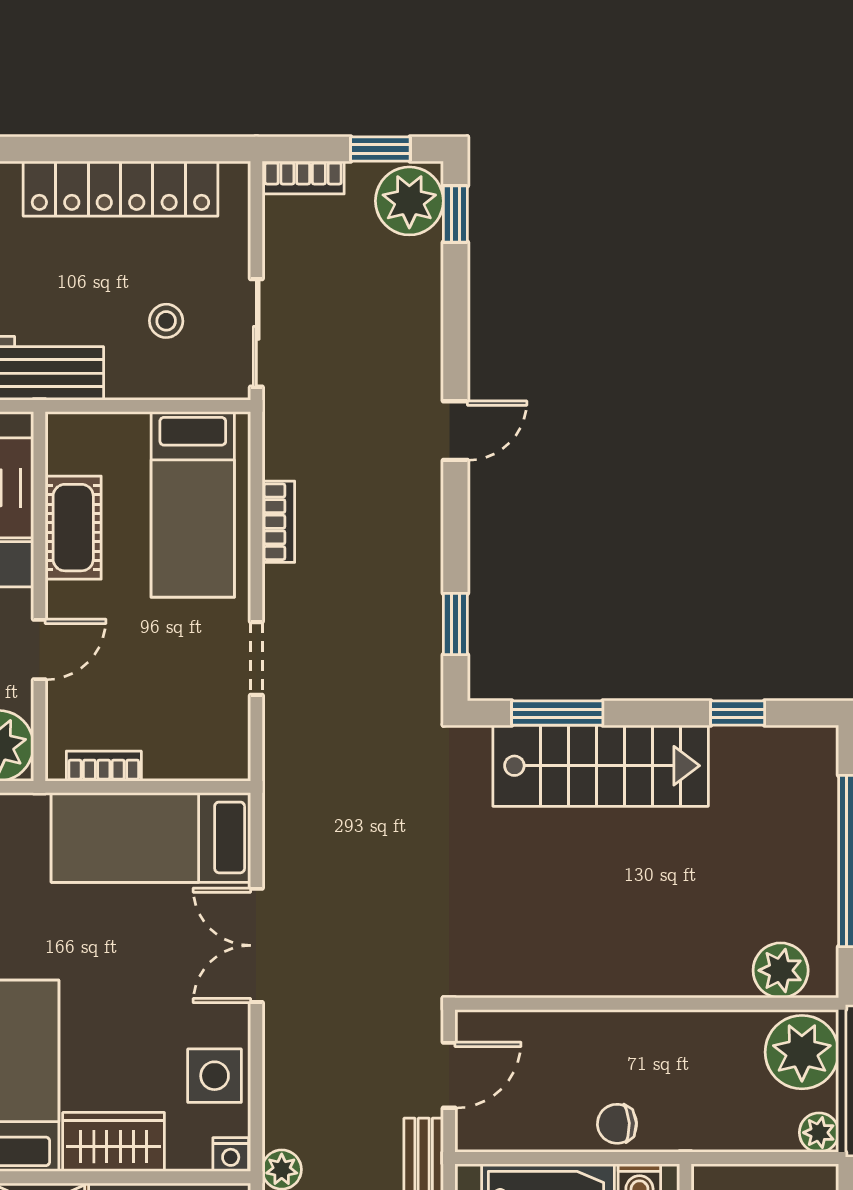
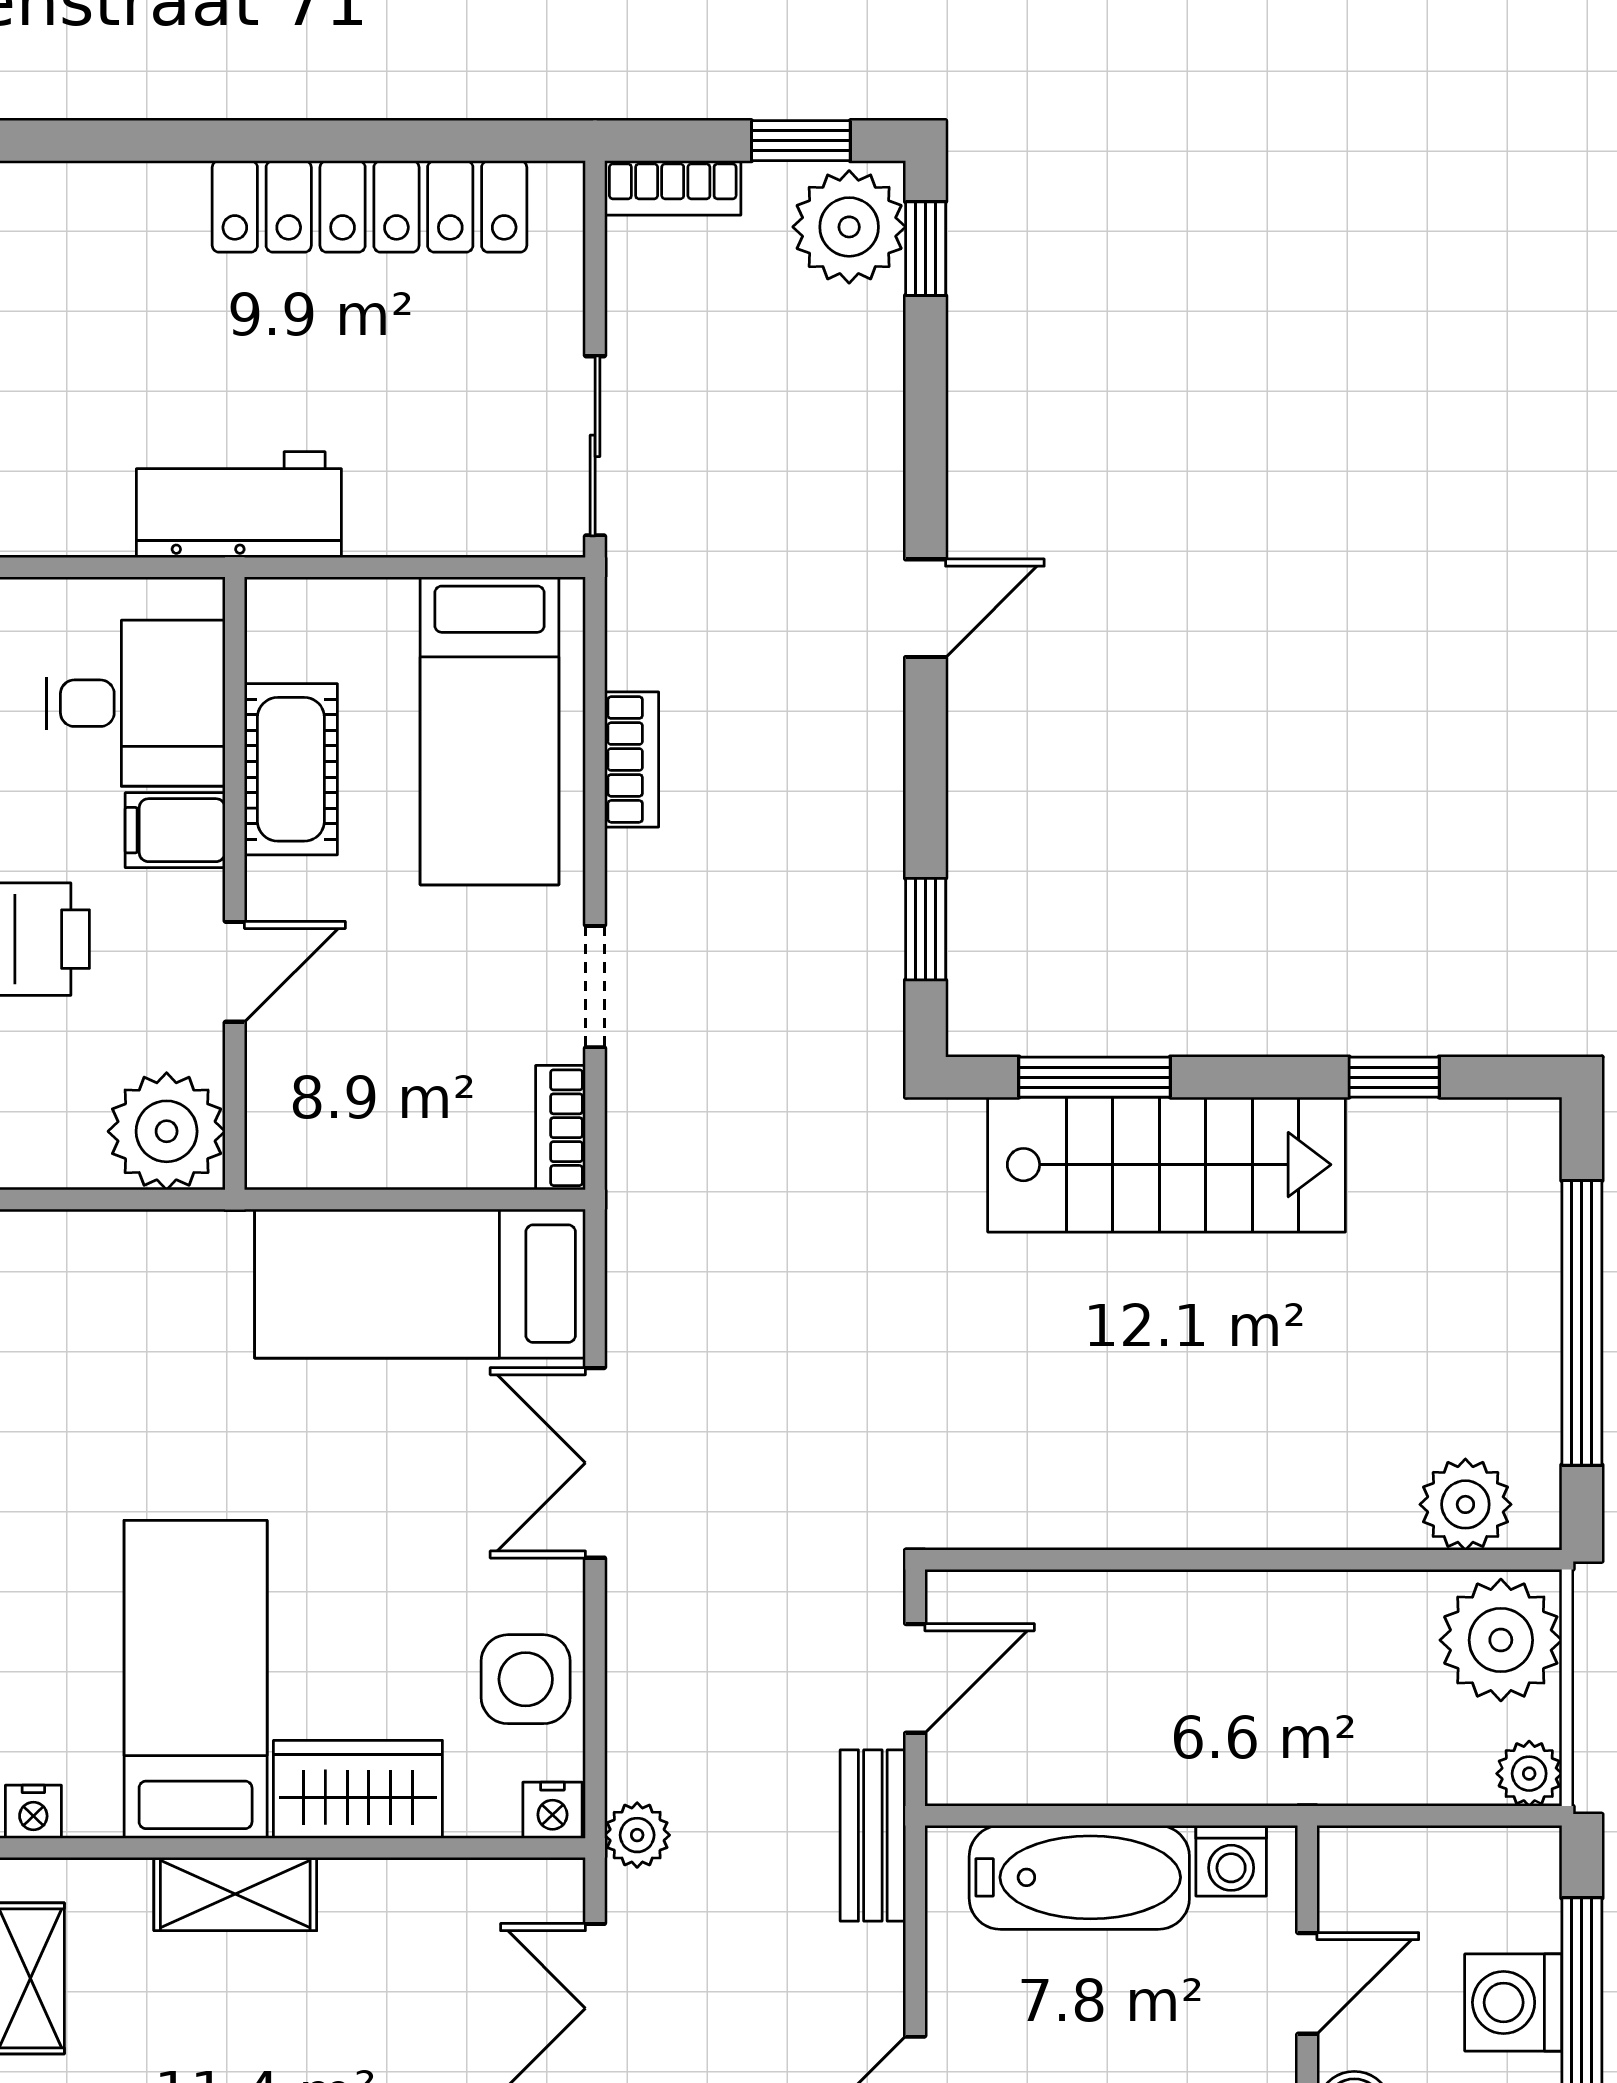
stool: (166, 321) -> (445, 426), removed
bookcase: (104, 766) -> (561, 1128), moved, turned -90
chair: (617, 1124) -> (1194, 1759), removed

